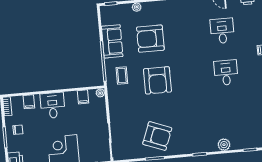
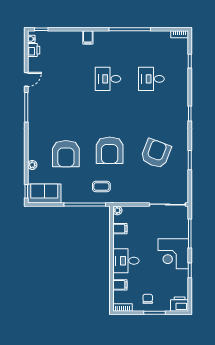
desk: (222, 31) -> (151, 79), moved
sofa: (112, 41) -> (44, 193), moved
armchair: (157, 80) -> (110, 150), turned 90
armchair: (157, 136) -> (156, 154), moved
plant: (224, 145) -> (182, 88), removed

